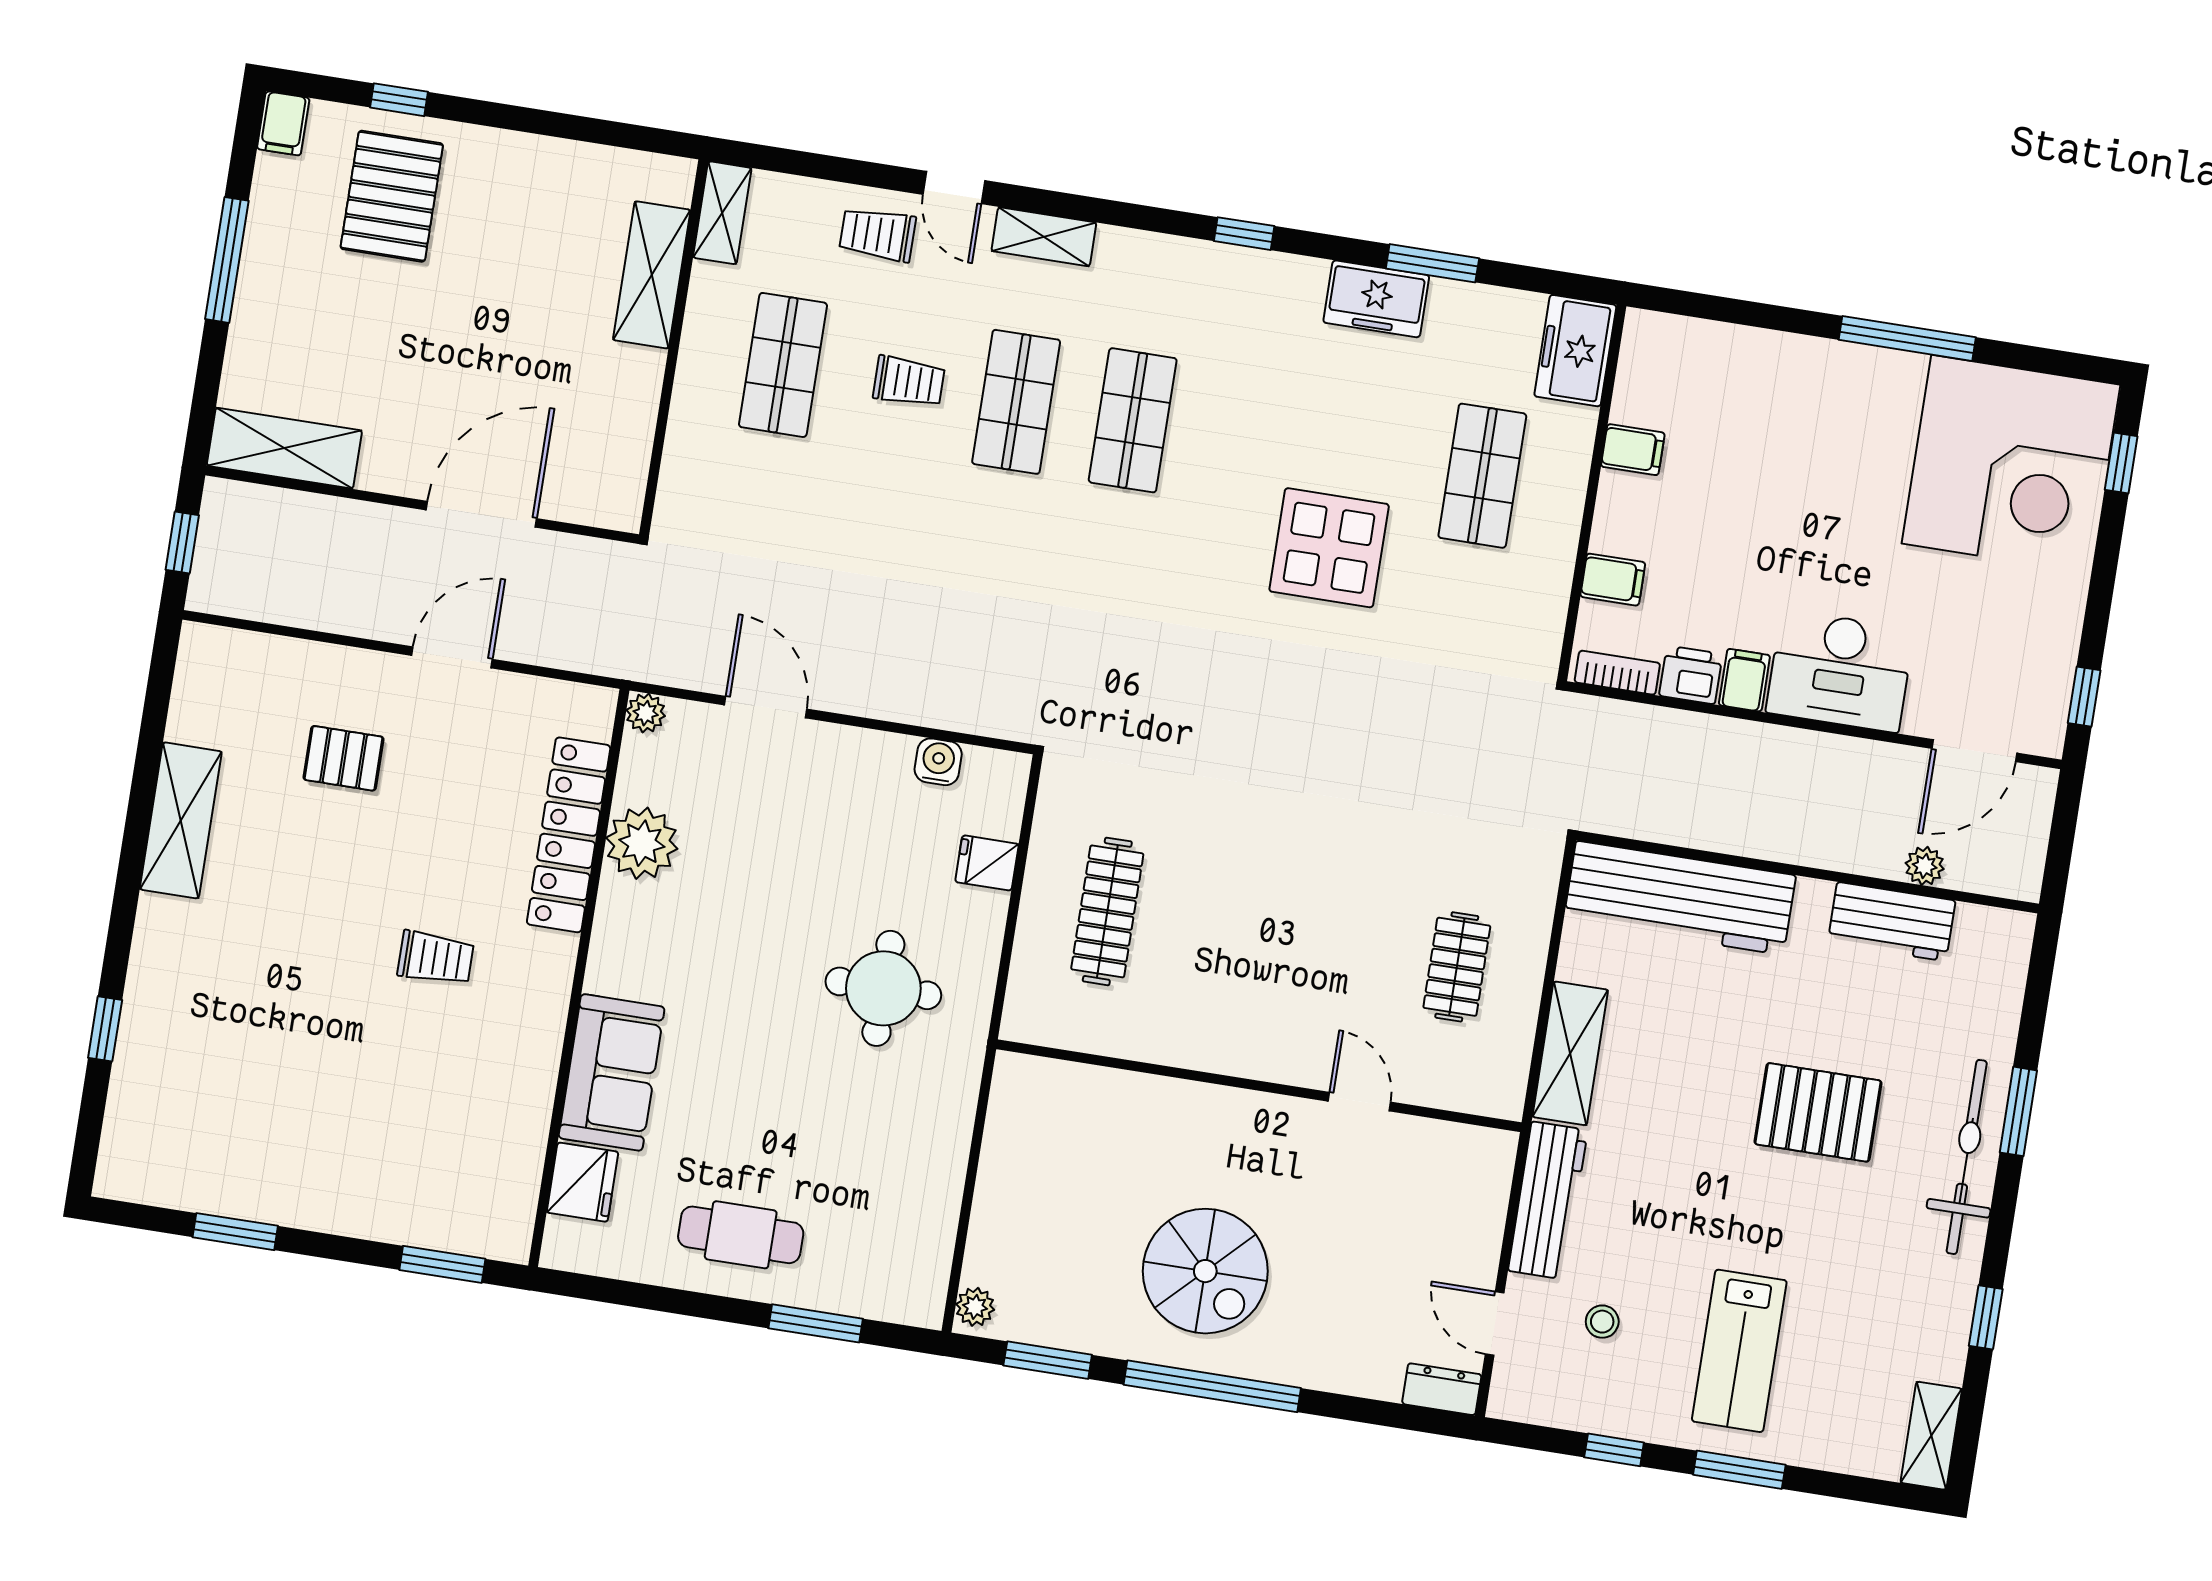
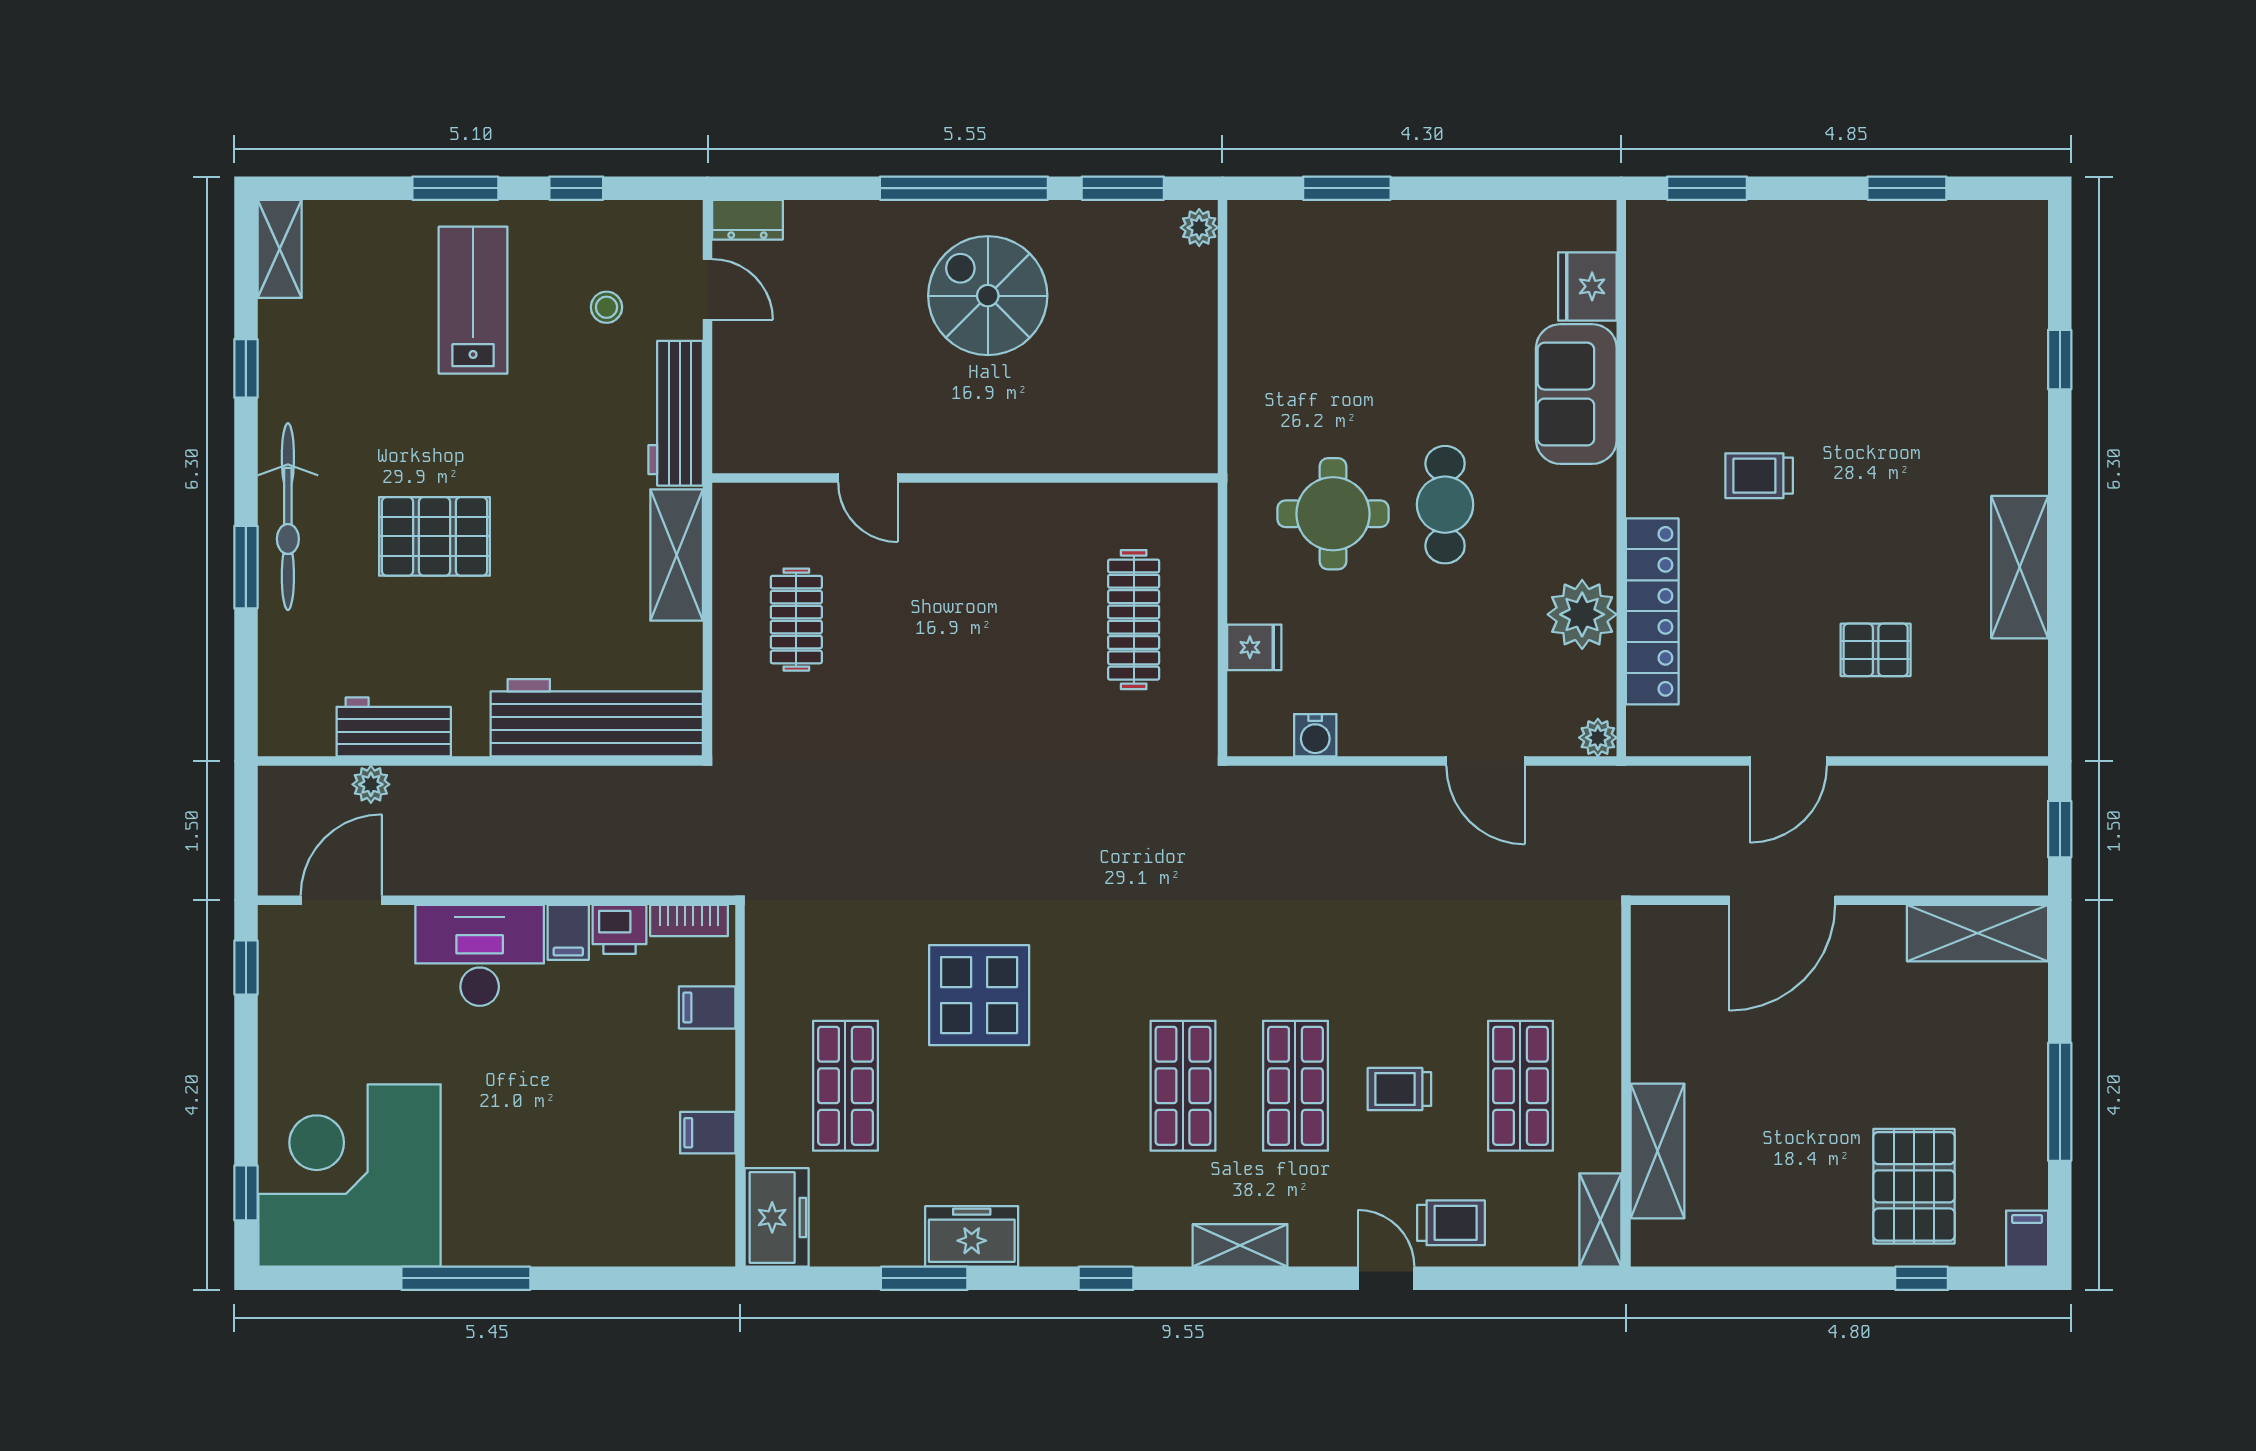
shelving: (1044, 237) -> (1240, 1245), moved
cafe table: (741, 1235) -> (1445, 505), moved, turned 90

